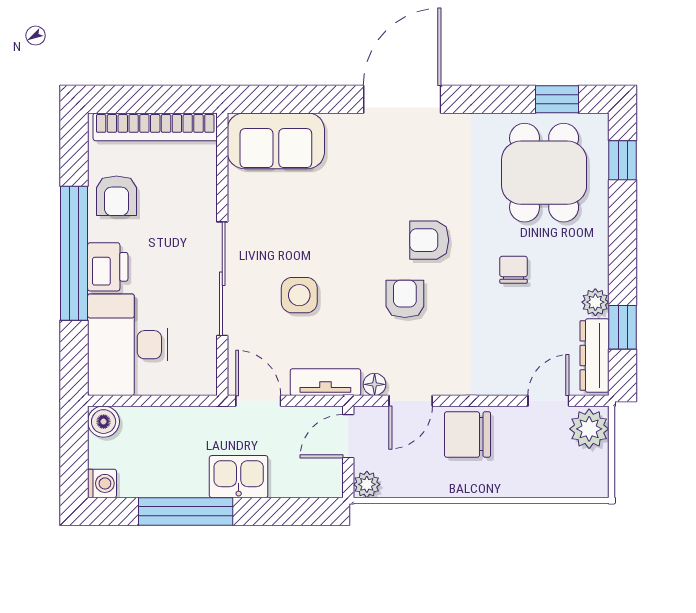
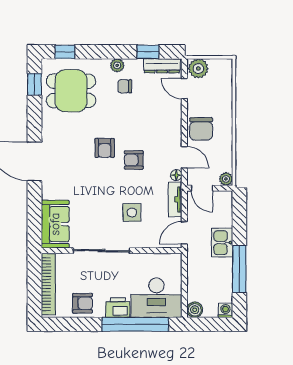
window: (74, 253) -> (135, 324), moved
chair: (514, 270) -> (125, 86), moved
sliding door: (222, 279) -> (101, 251), moved
plant: (595, 302) -> (117, 65), moved

